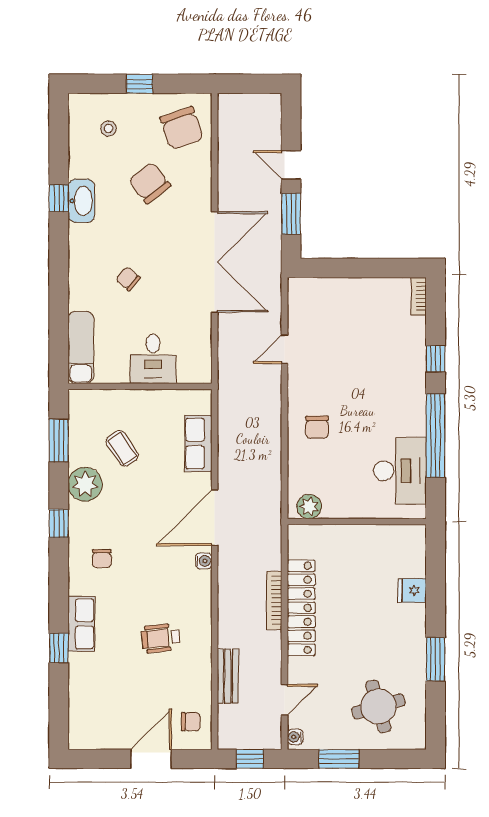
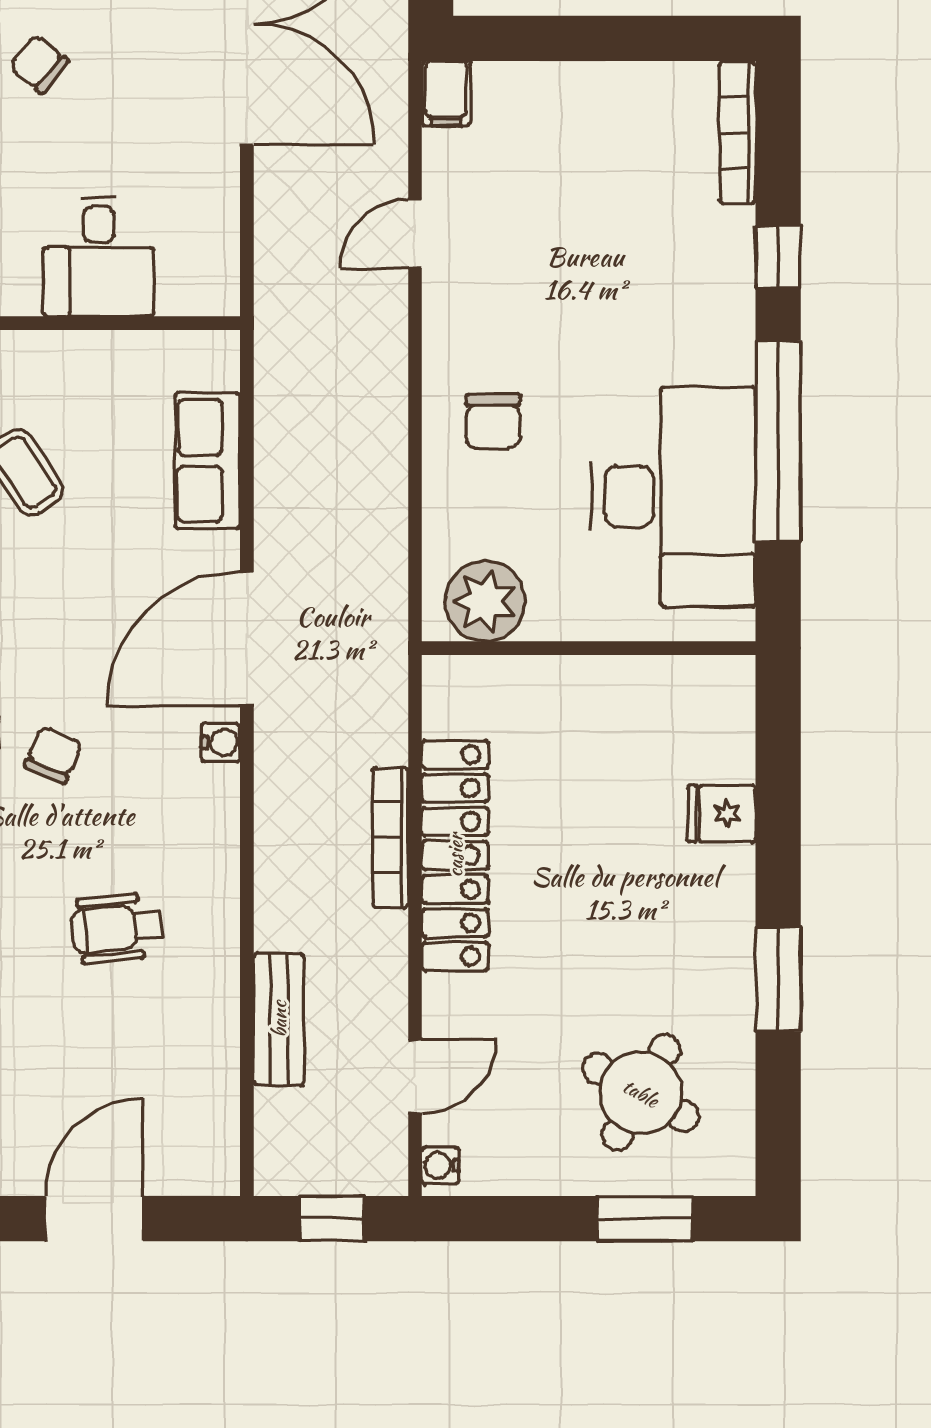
filing cabinet: (297, 291) -> (446, 93), added
bookcase: (419, 297) -> (738, 133), width x1.56
desk: (400, 471) -> (674, 497), width x1.36, depth x1.30
plant: (309, 507) -> (485, 601), width x1.36, depth x1.36
round table: (378, 706) -> (641, 1093), turned 45
chair: (191, 722) -> (53, 755), moved, turned -66
window: (339, 759) -> (645, 1219), moved

